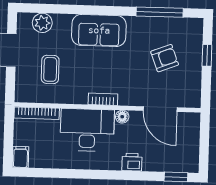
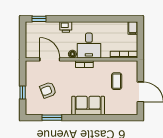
window: (160, 12) -> (52, 118), width x0.69
plant: (42, 23) -> (122, 109), removed
desk: (87, 130) -> (89, 45), width x0.73

